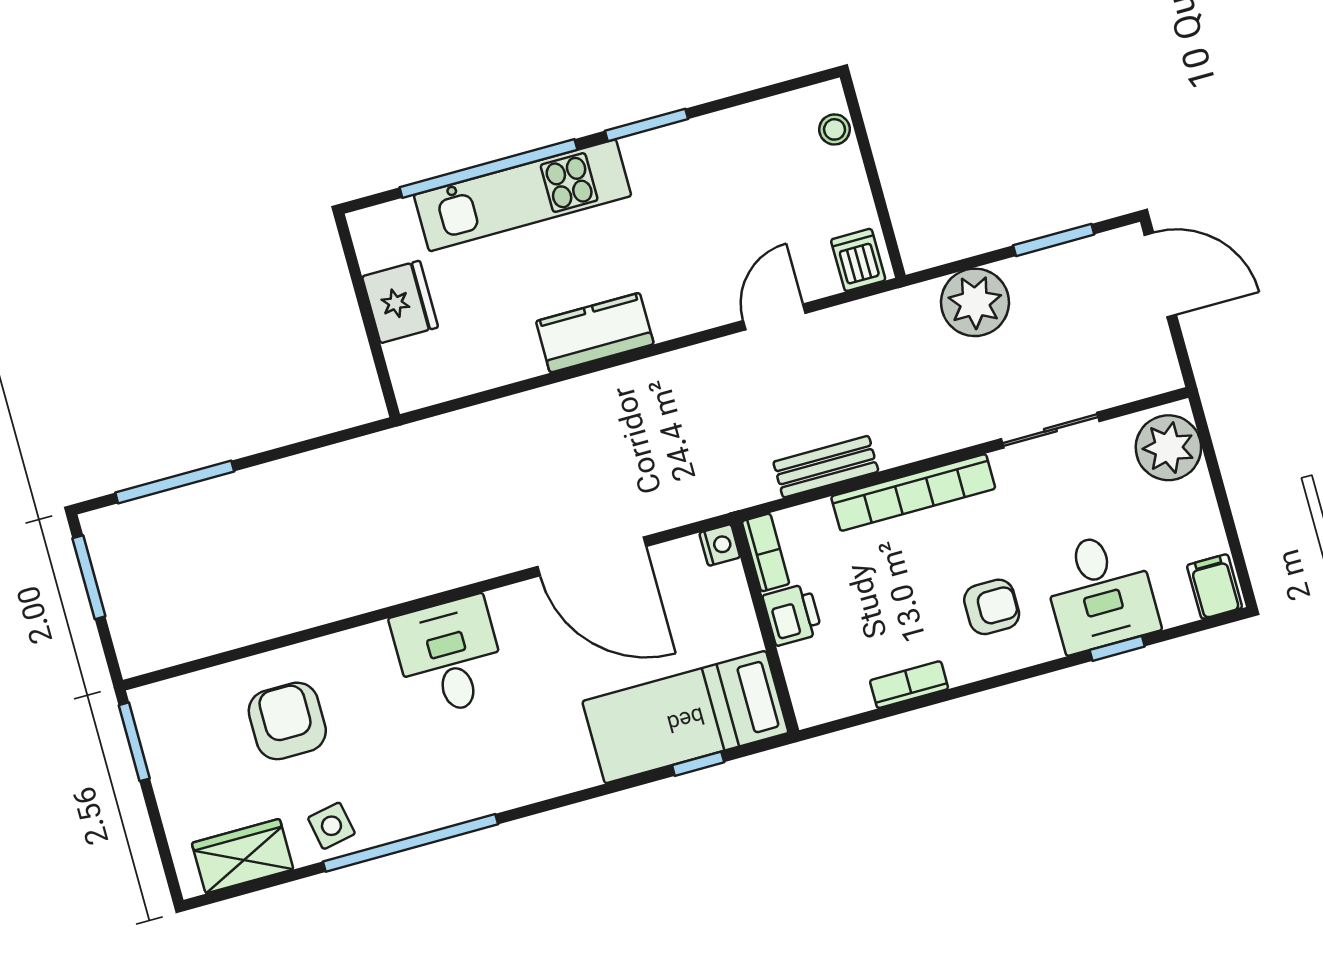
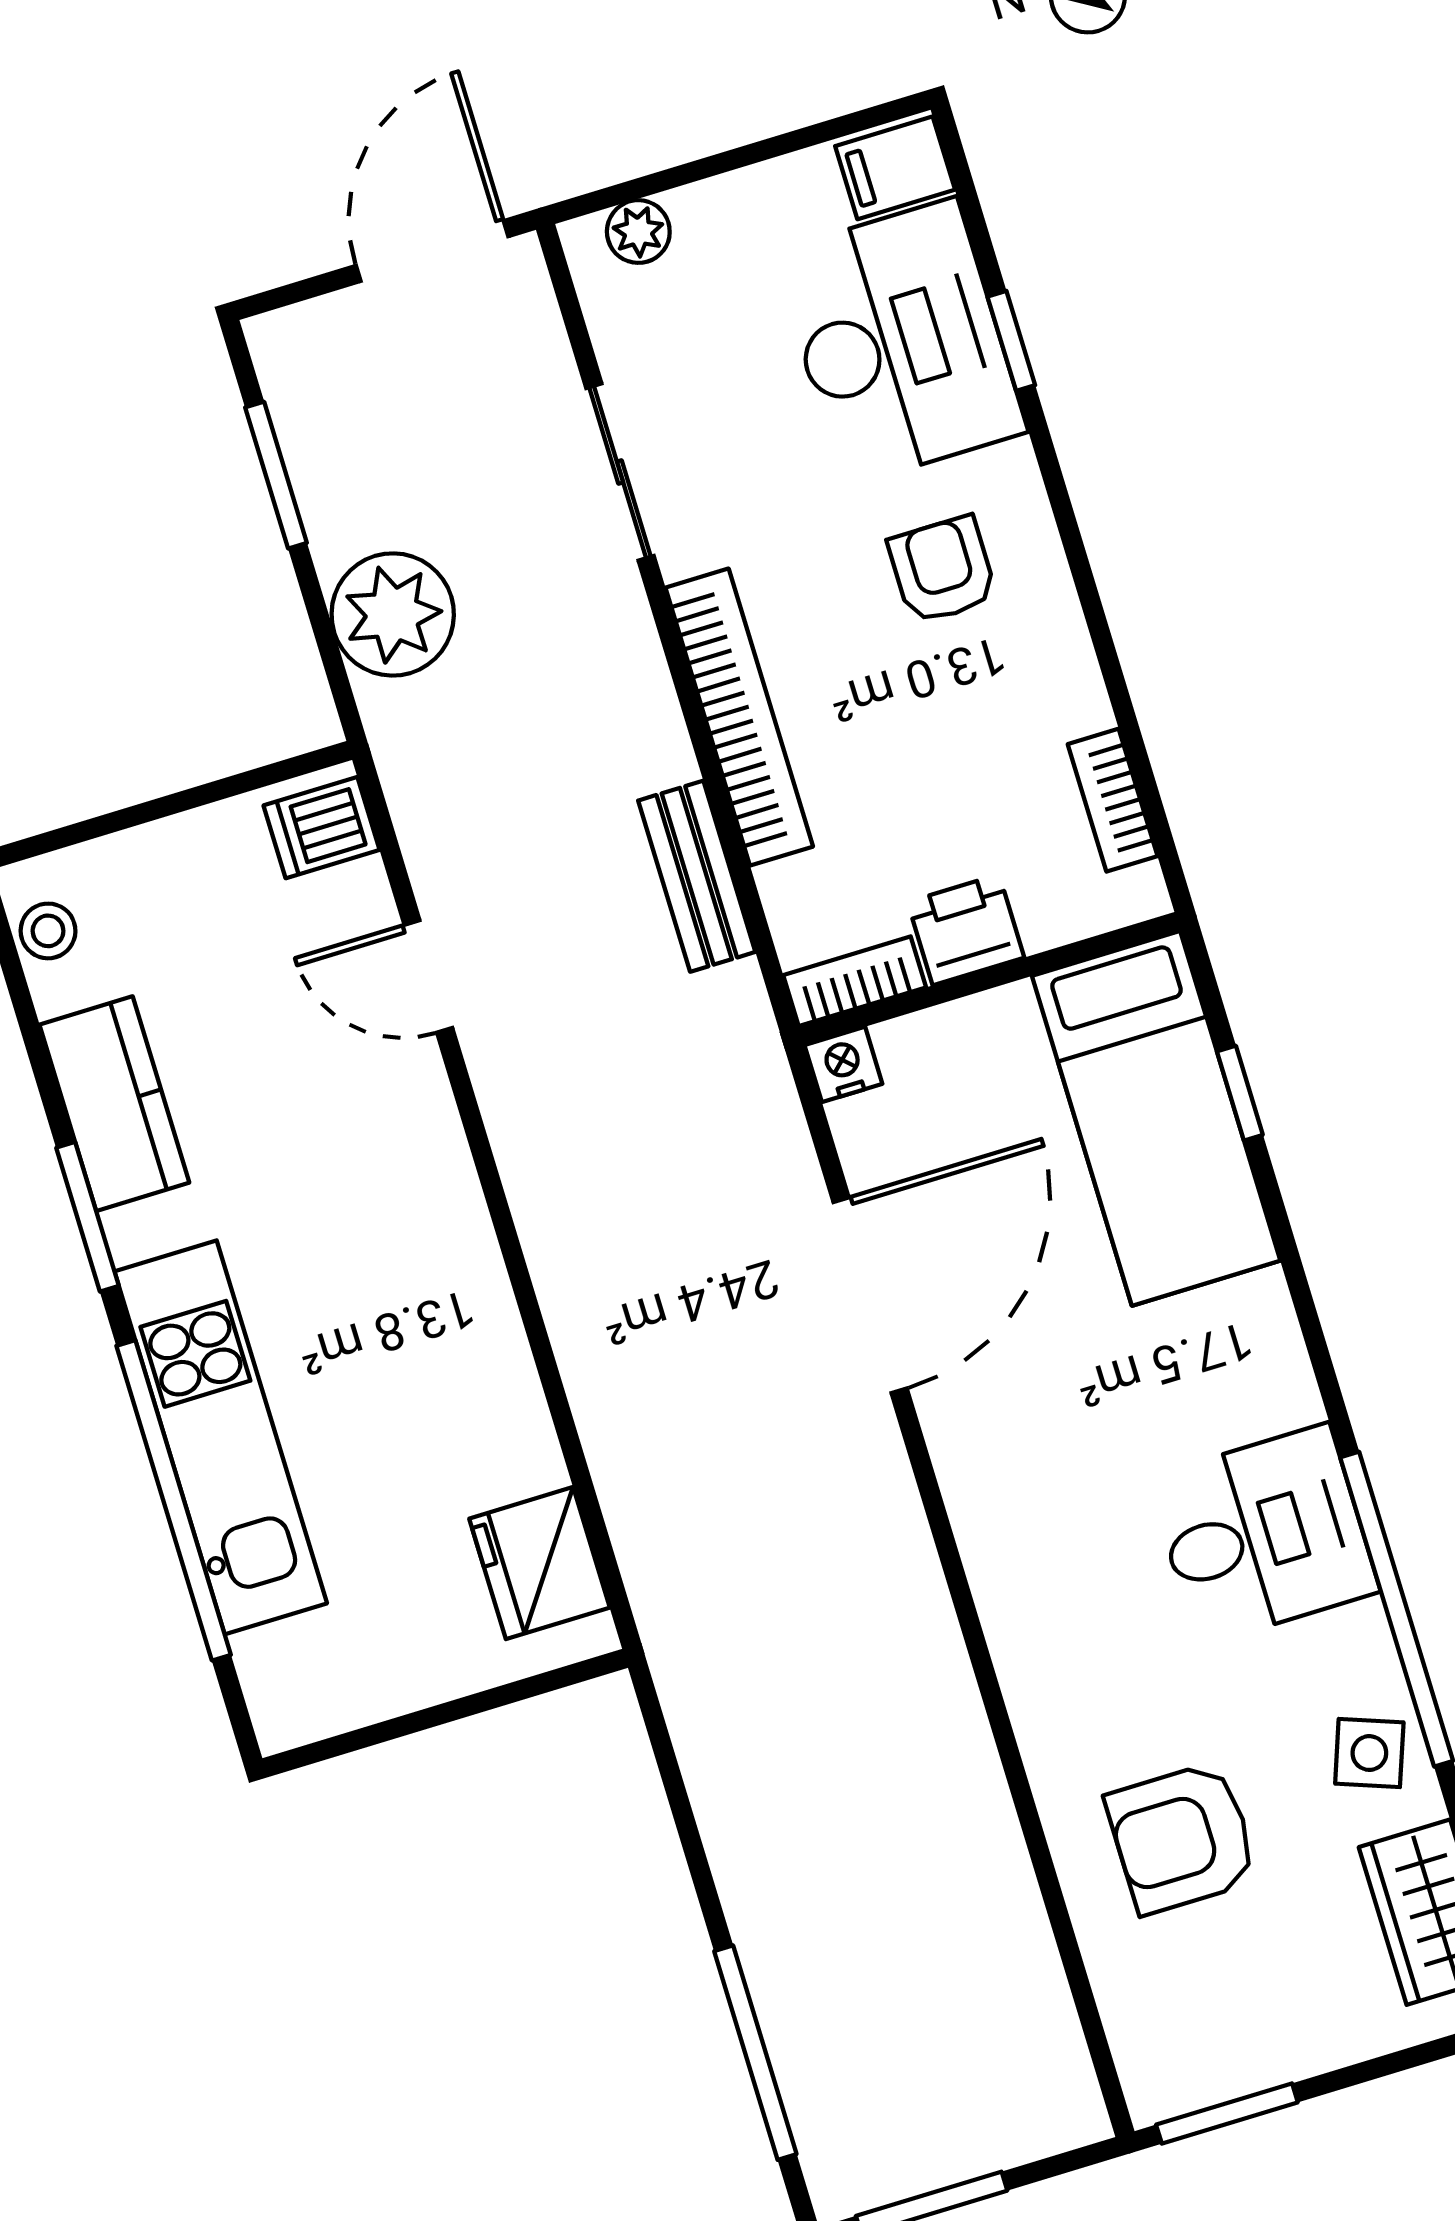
stool: (835, 129) -> (48, 931), moved
door: (1160, 275) -> (432, 251), moved
fridge: (400, 302) -> (539, 1563), moved, turned -90
kitchen counter: (595, 333) -> (114, 1104), moved, turned 180
plant: (1168, 448) -> (638, 232), width x0.53, depth x0.53
desk: (1100, 592) -> (900, 342), width x1.37
desk: (449, 656) -> (1263, 1535), moved, turned 180
bookcase: (909, 685) -> (1113, 800), moved
side table: (331, 826) -> (1369, 1753), turned 31

